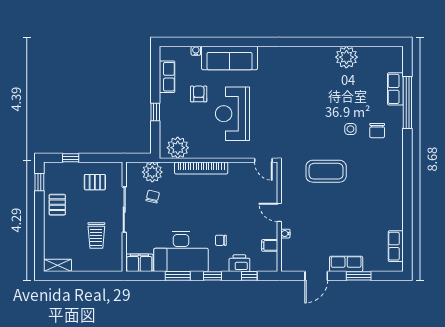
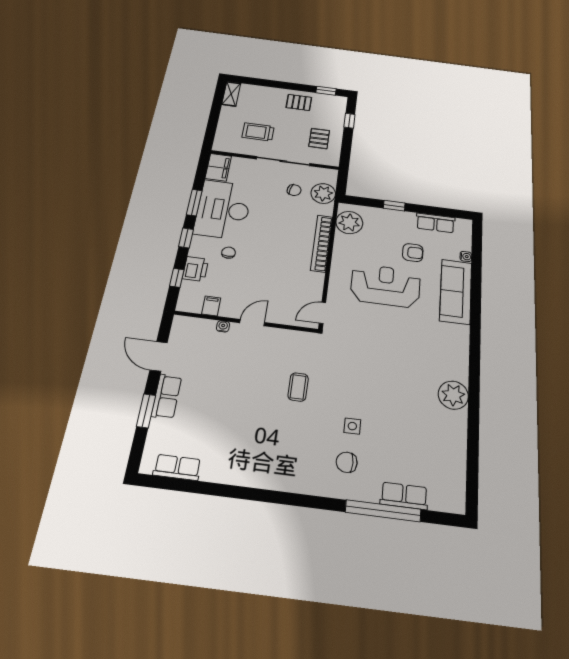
plant: (346, 57) -> (453, 395), moved
coffee table: (326, 171) -> (298, 387), width x0.54, depth x0.58

